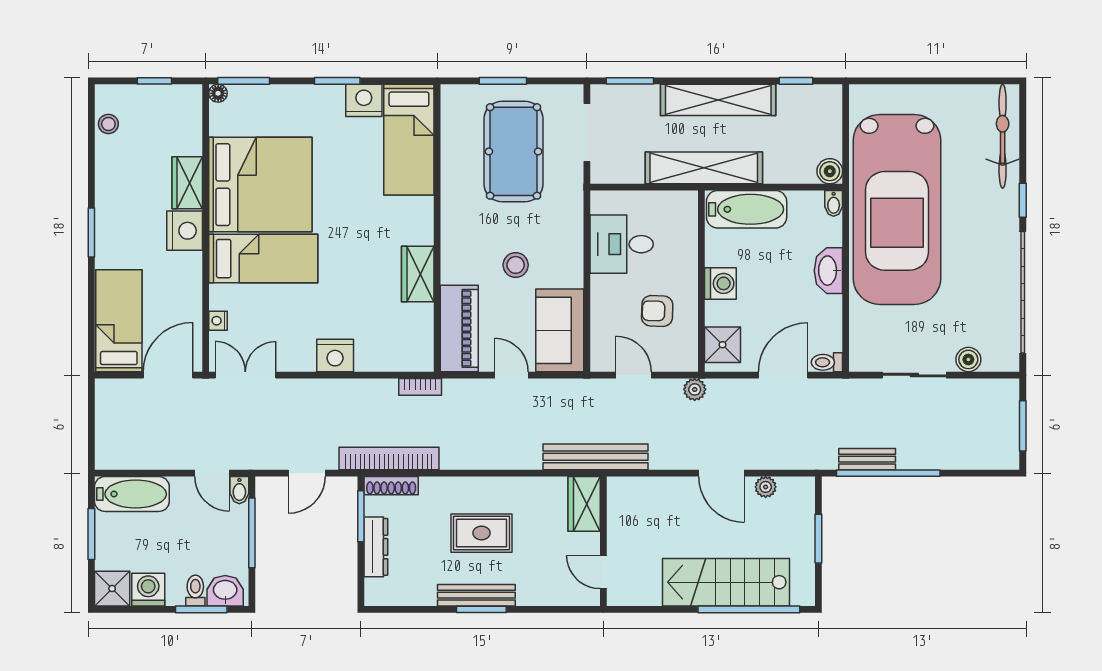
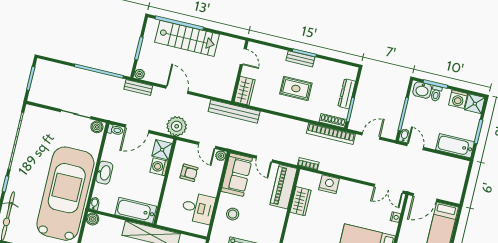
stool: (516, 265) -> (233, 214), moved
wardrobe: (418, 274) -> (300, 201), moved
washing machine: (720, 283) -> (159, 167), moved
nightstand: (335, 355) -> (329, 184), moved
boiler: (968, 359) -> (97, 127), moved
plant: (601, 361) -> (221, 156), added
plant: (695, 389) -> (177, 126), width x1.88, depth x1.88
bench: (867, 459) -> (138, 88), moved
plant: (766, 487) -> (140, 74), moved
bench: (476, 595) -> (300, 59), width x0.73

